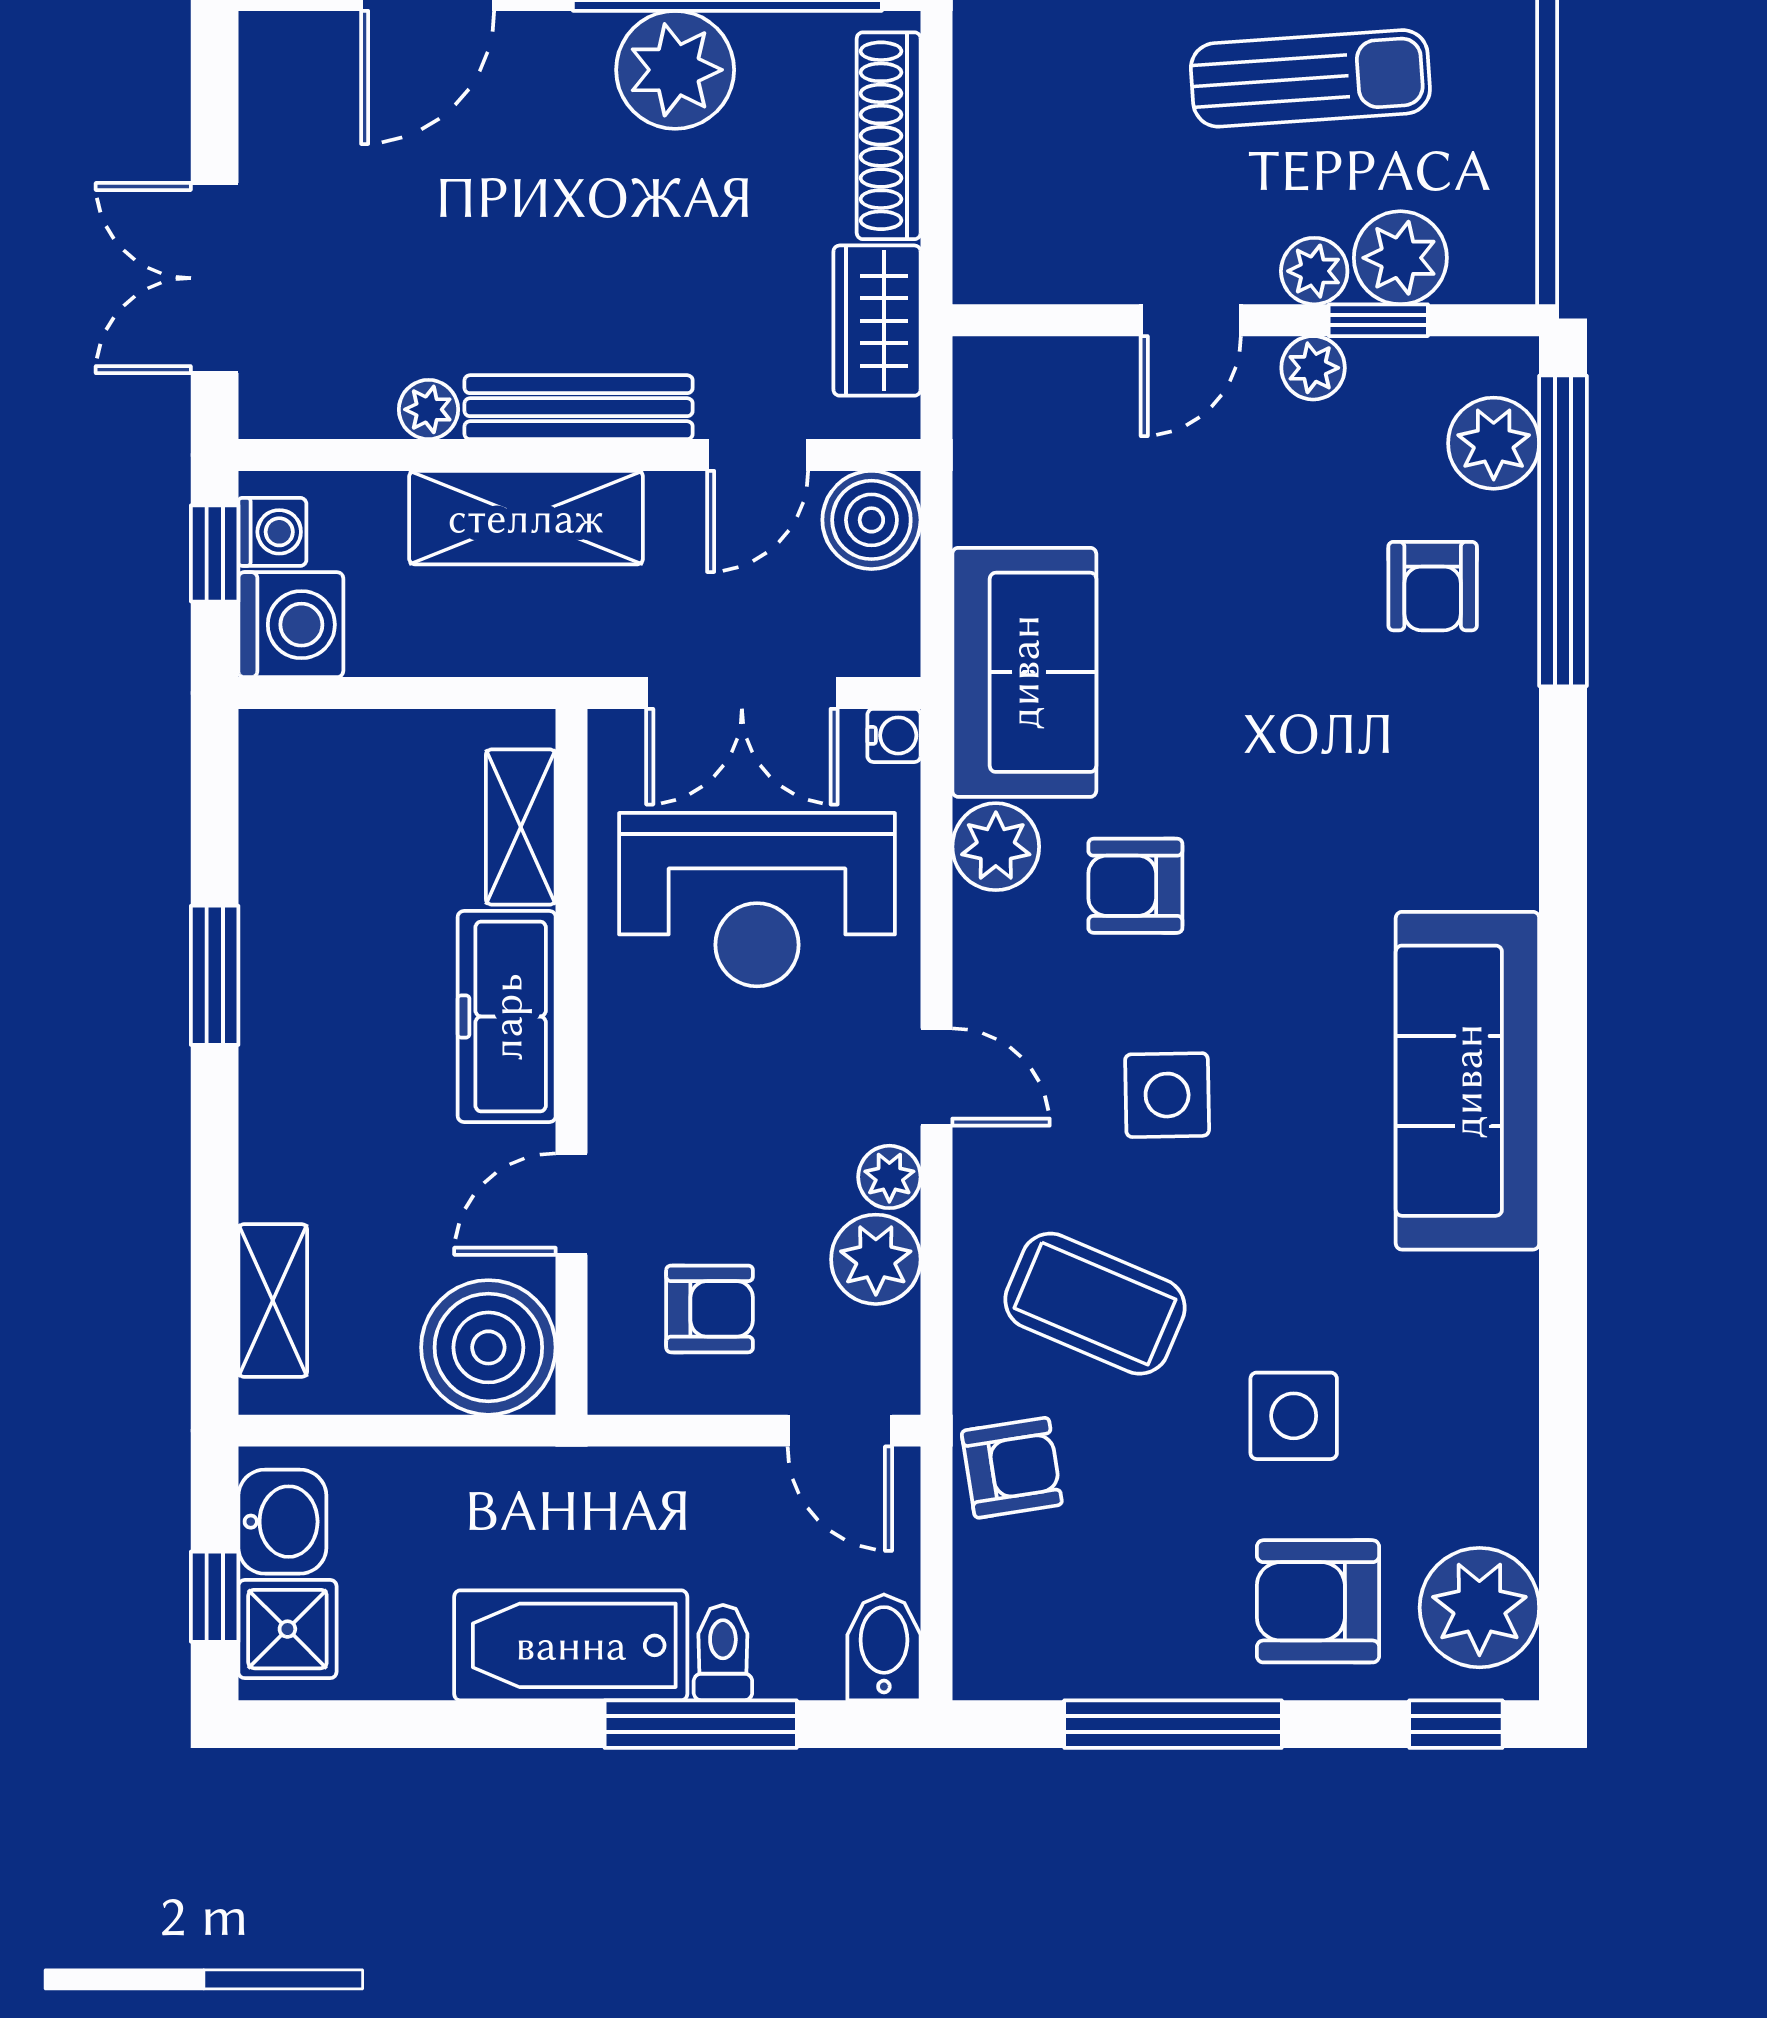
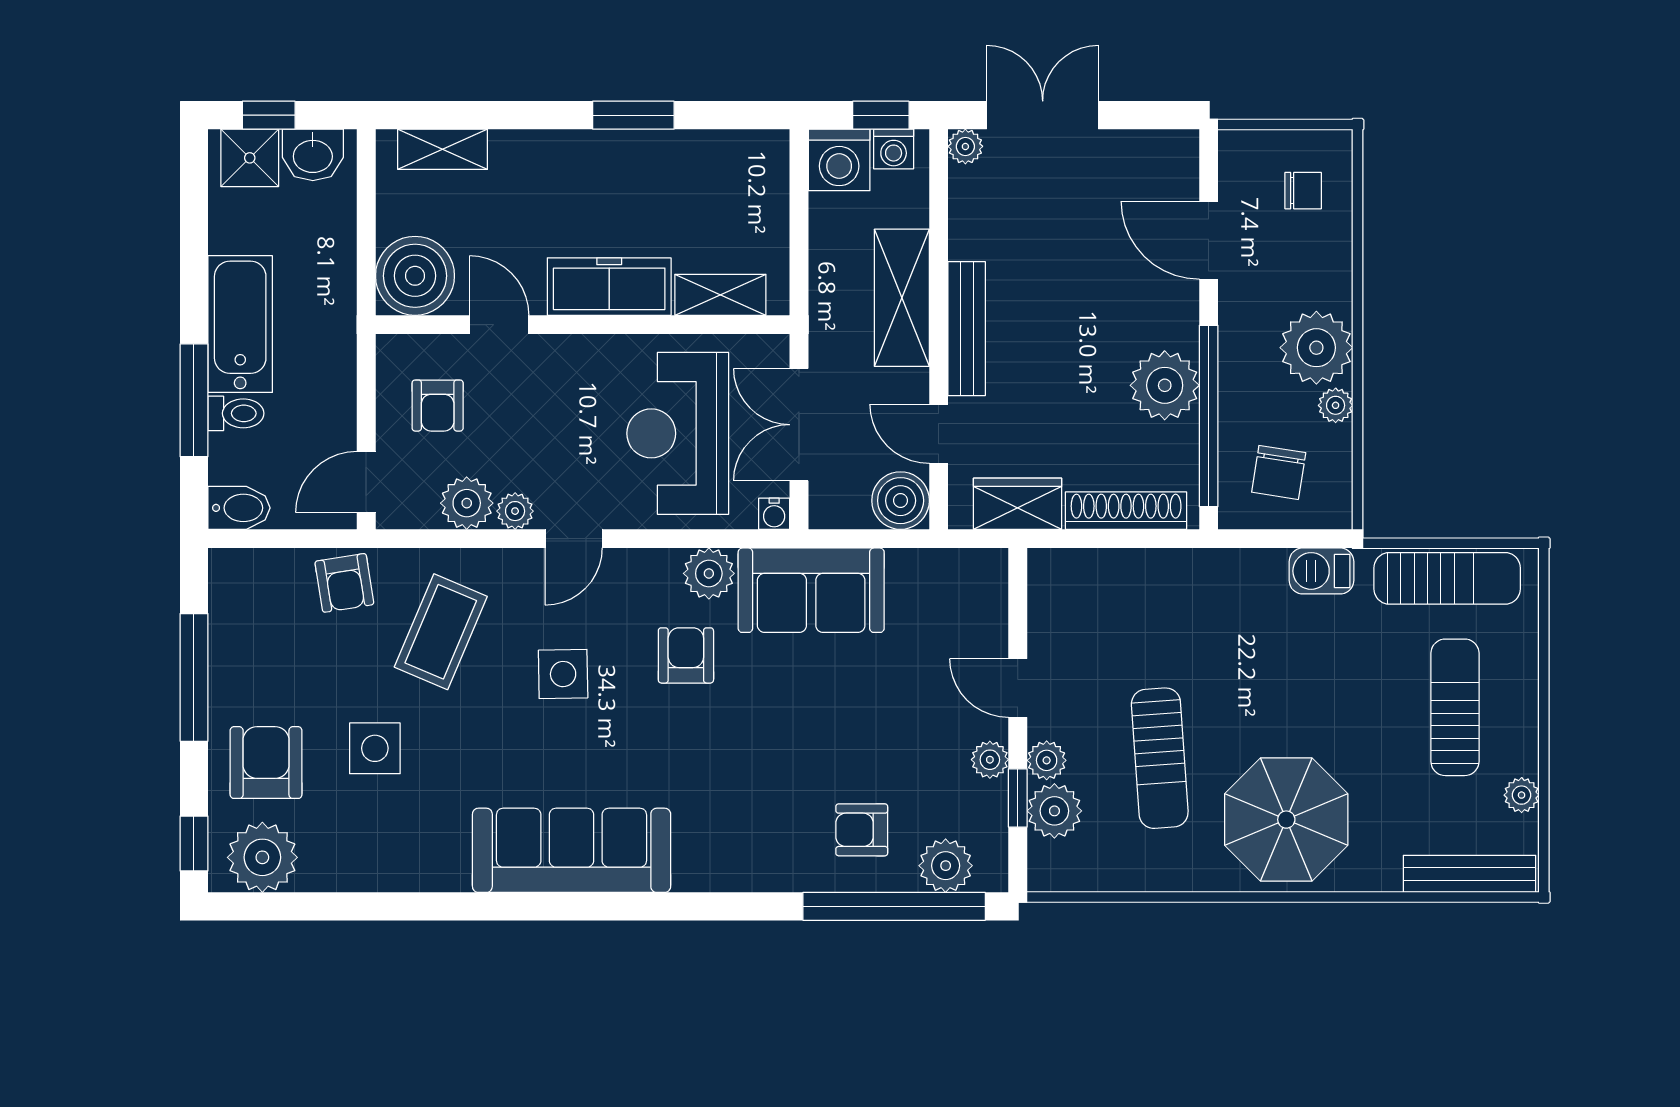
plant: (428, 409) -> (965, 146), moved

